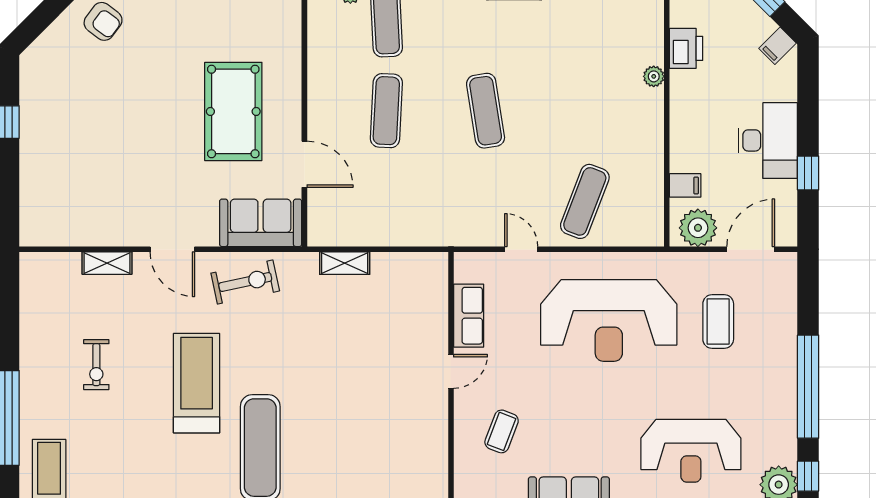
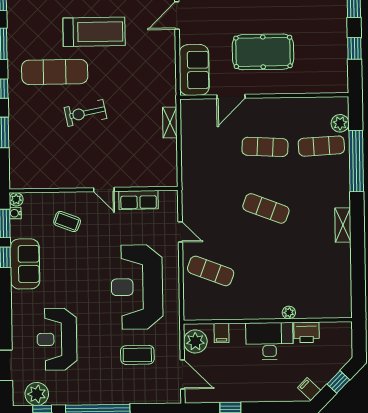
exercise mat: (486, 111) -> (266, 208), turned 30
desk: (768, 140) -> (269, 341), moved, turned 180
door: (521, 249) -> (180, 232), hinge flipped
exercise bike: (245, 282) -> (85, 113), moved, turned 91

